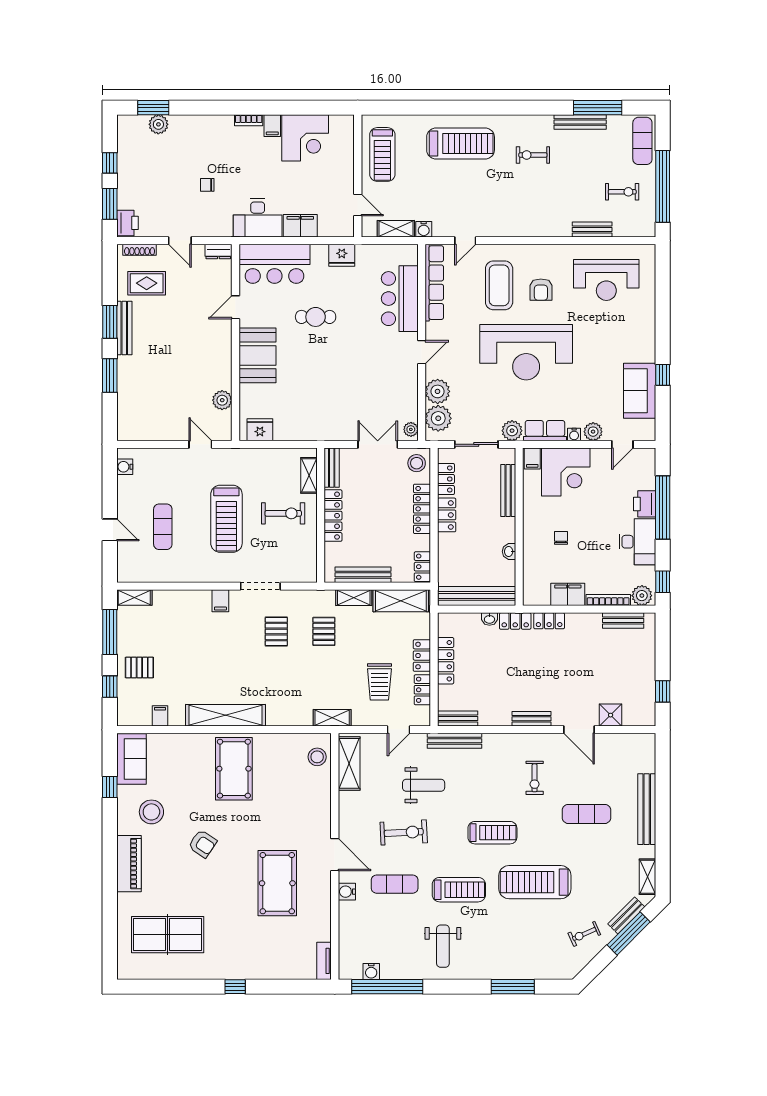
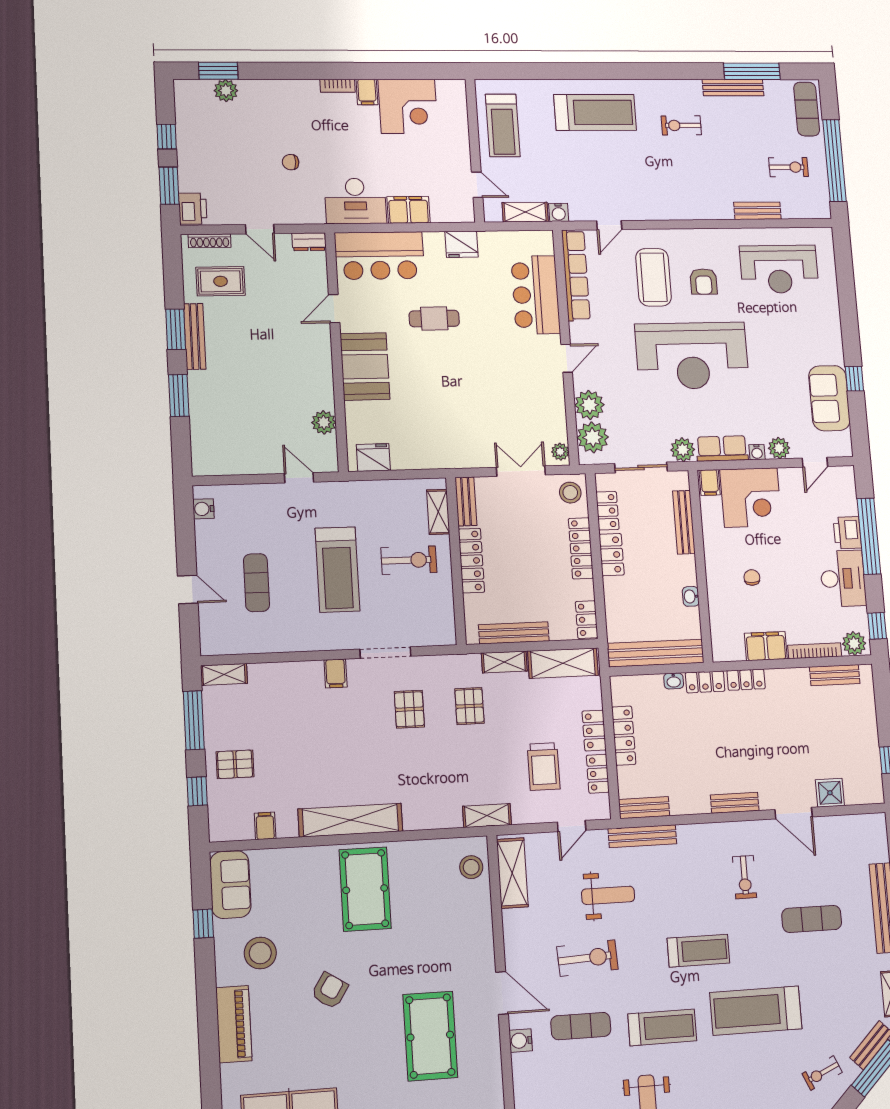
armchair: (203, 844) -> (330, 991), turned -91

